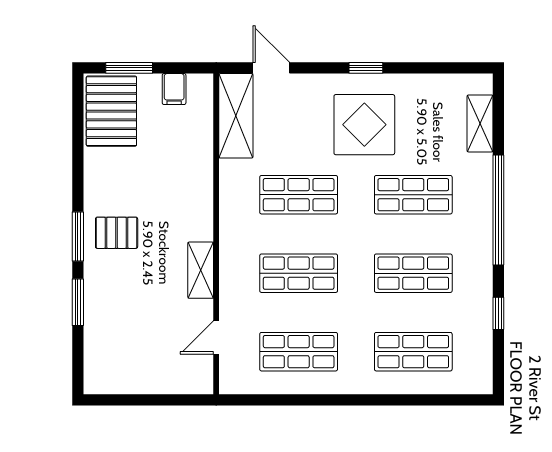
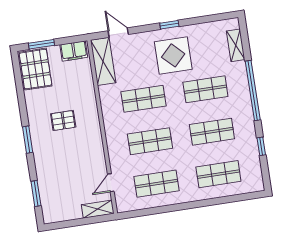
filing cabinet: (174, 89) -> (74, 51), width x2.00
pallet: (117, 233) -> (63, 120), moved
shelving: (201, 270) -> (98, 209), moved, turned 90
window: (78, 302) -> (36, 194), moved

